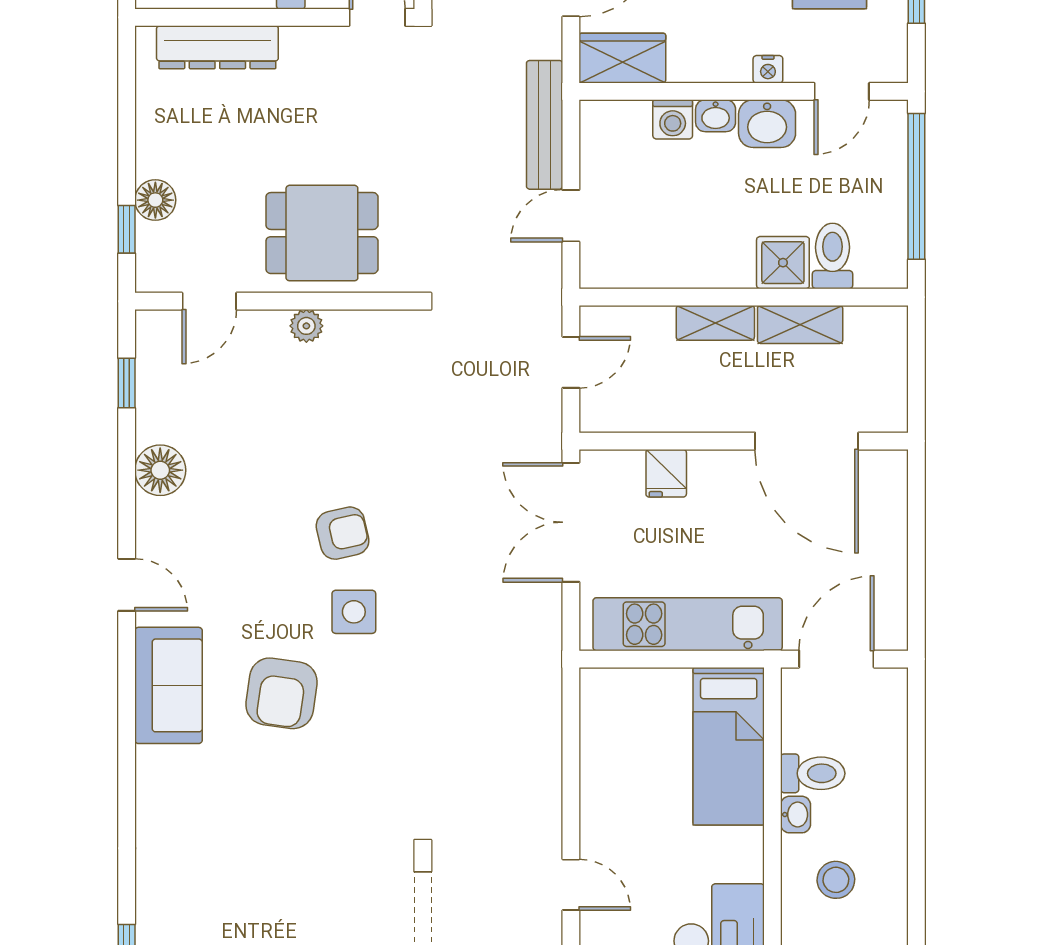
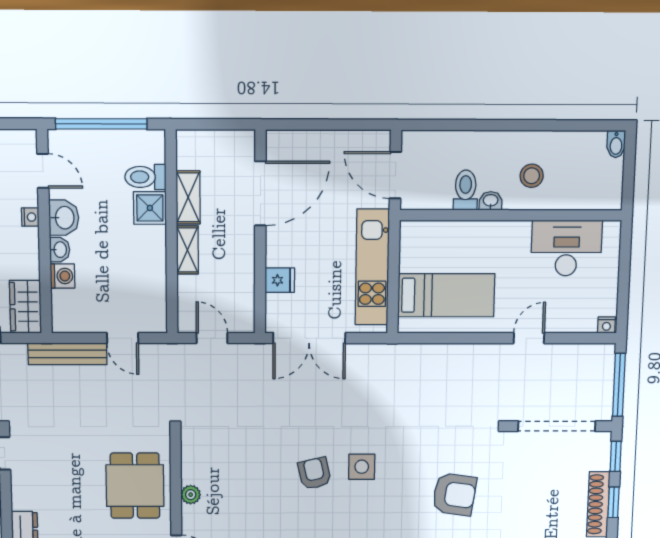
armchair: (281, 693) -> (454, 494), moved
bed: (729, 746) -> (446, 295), moved

